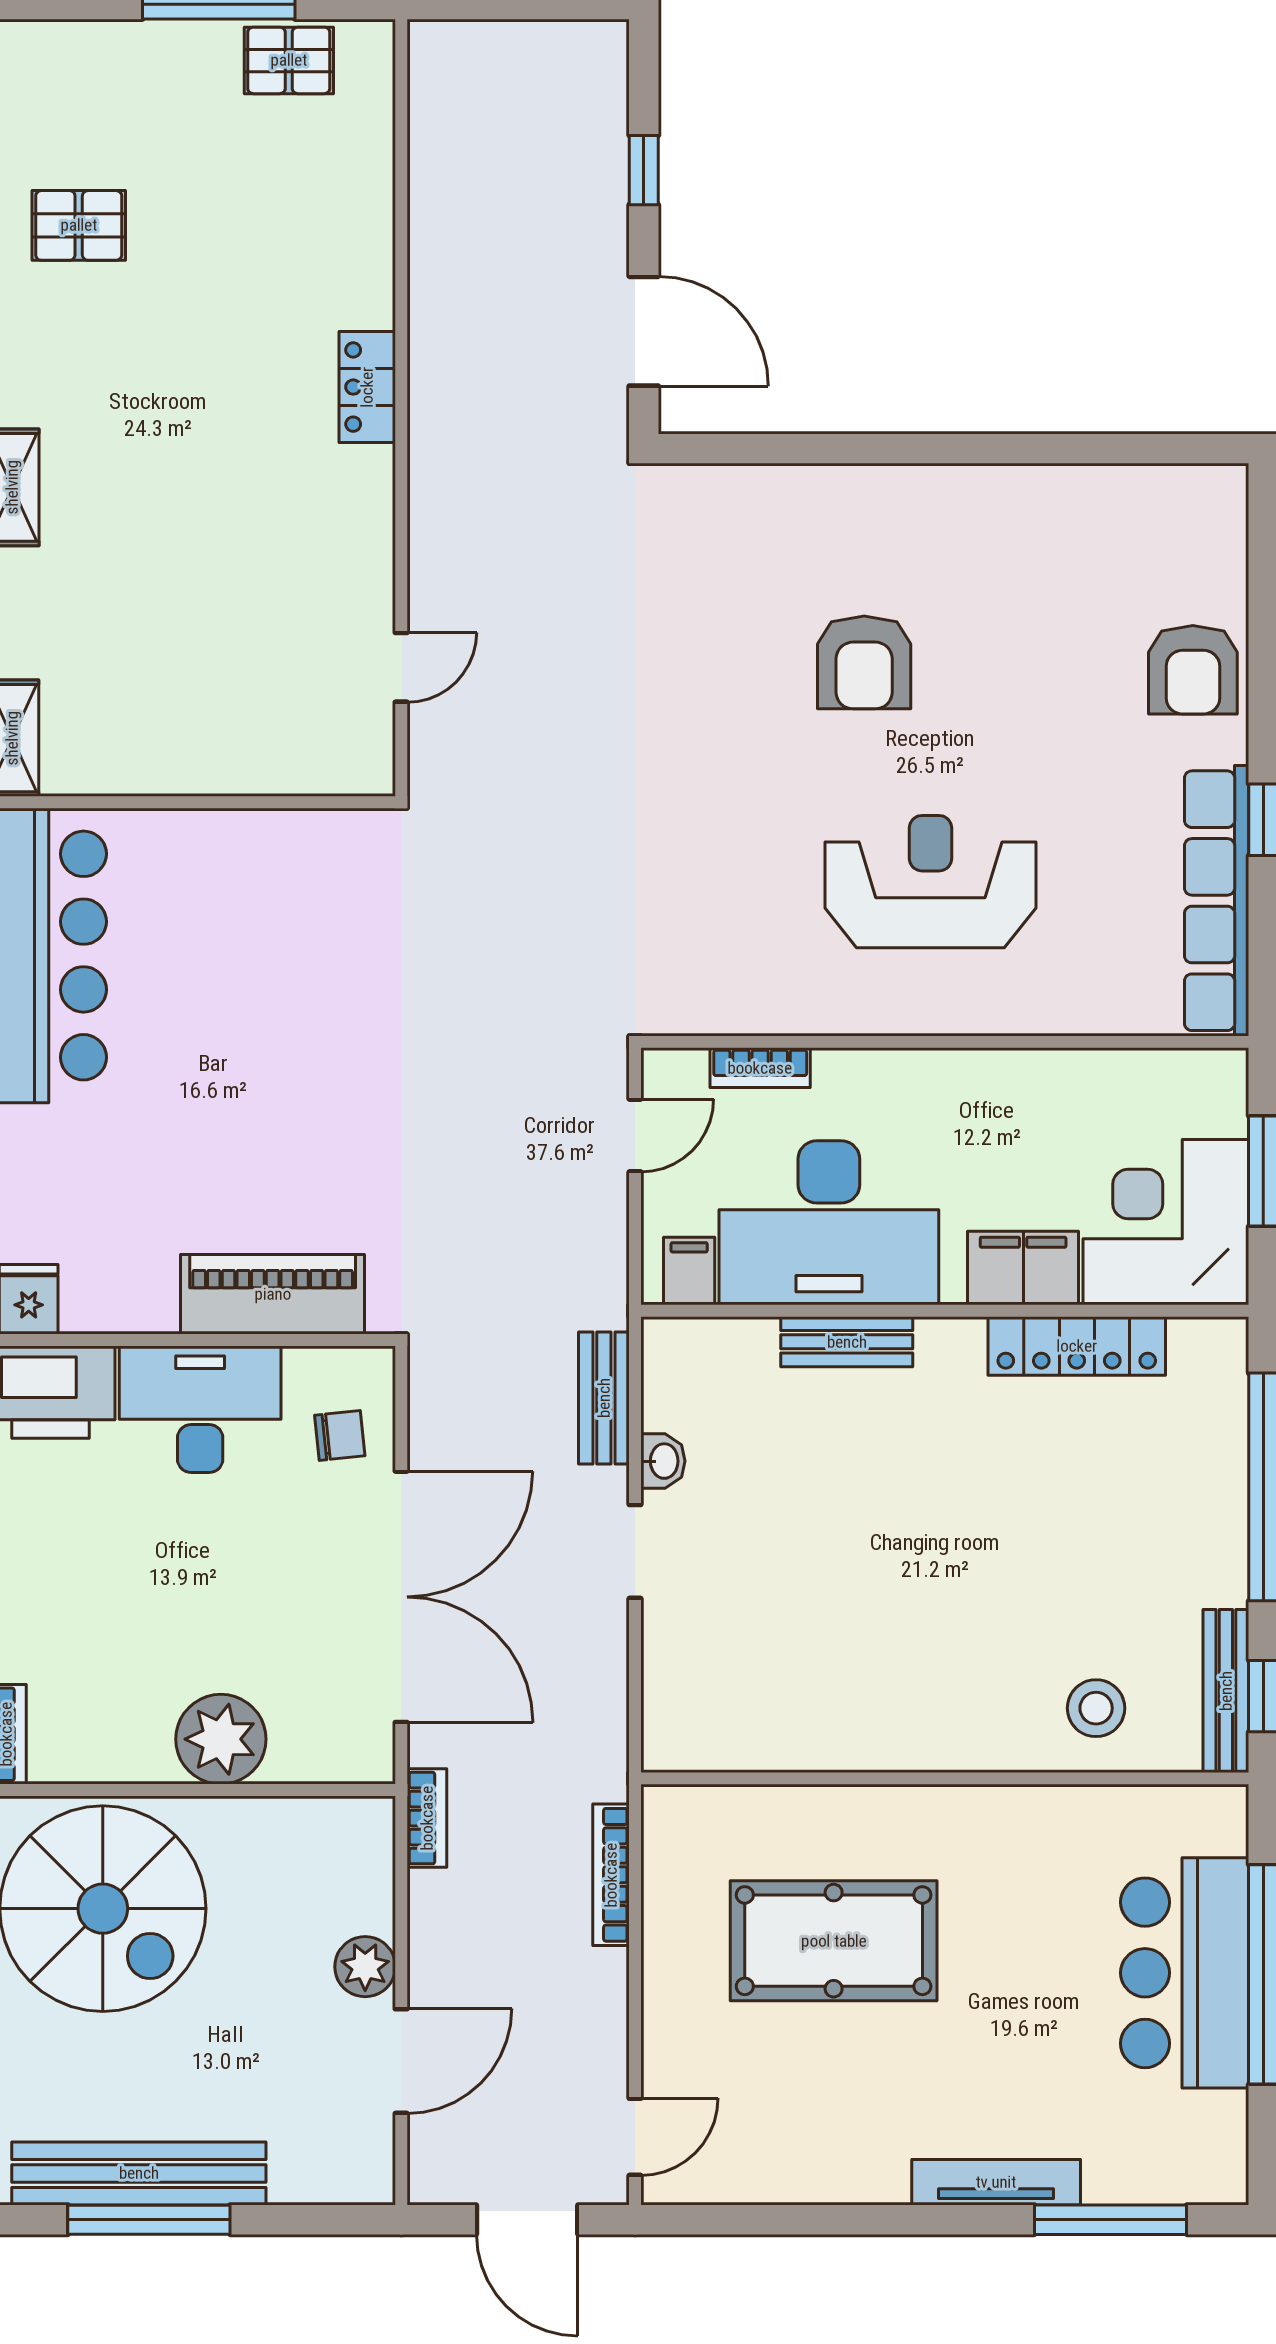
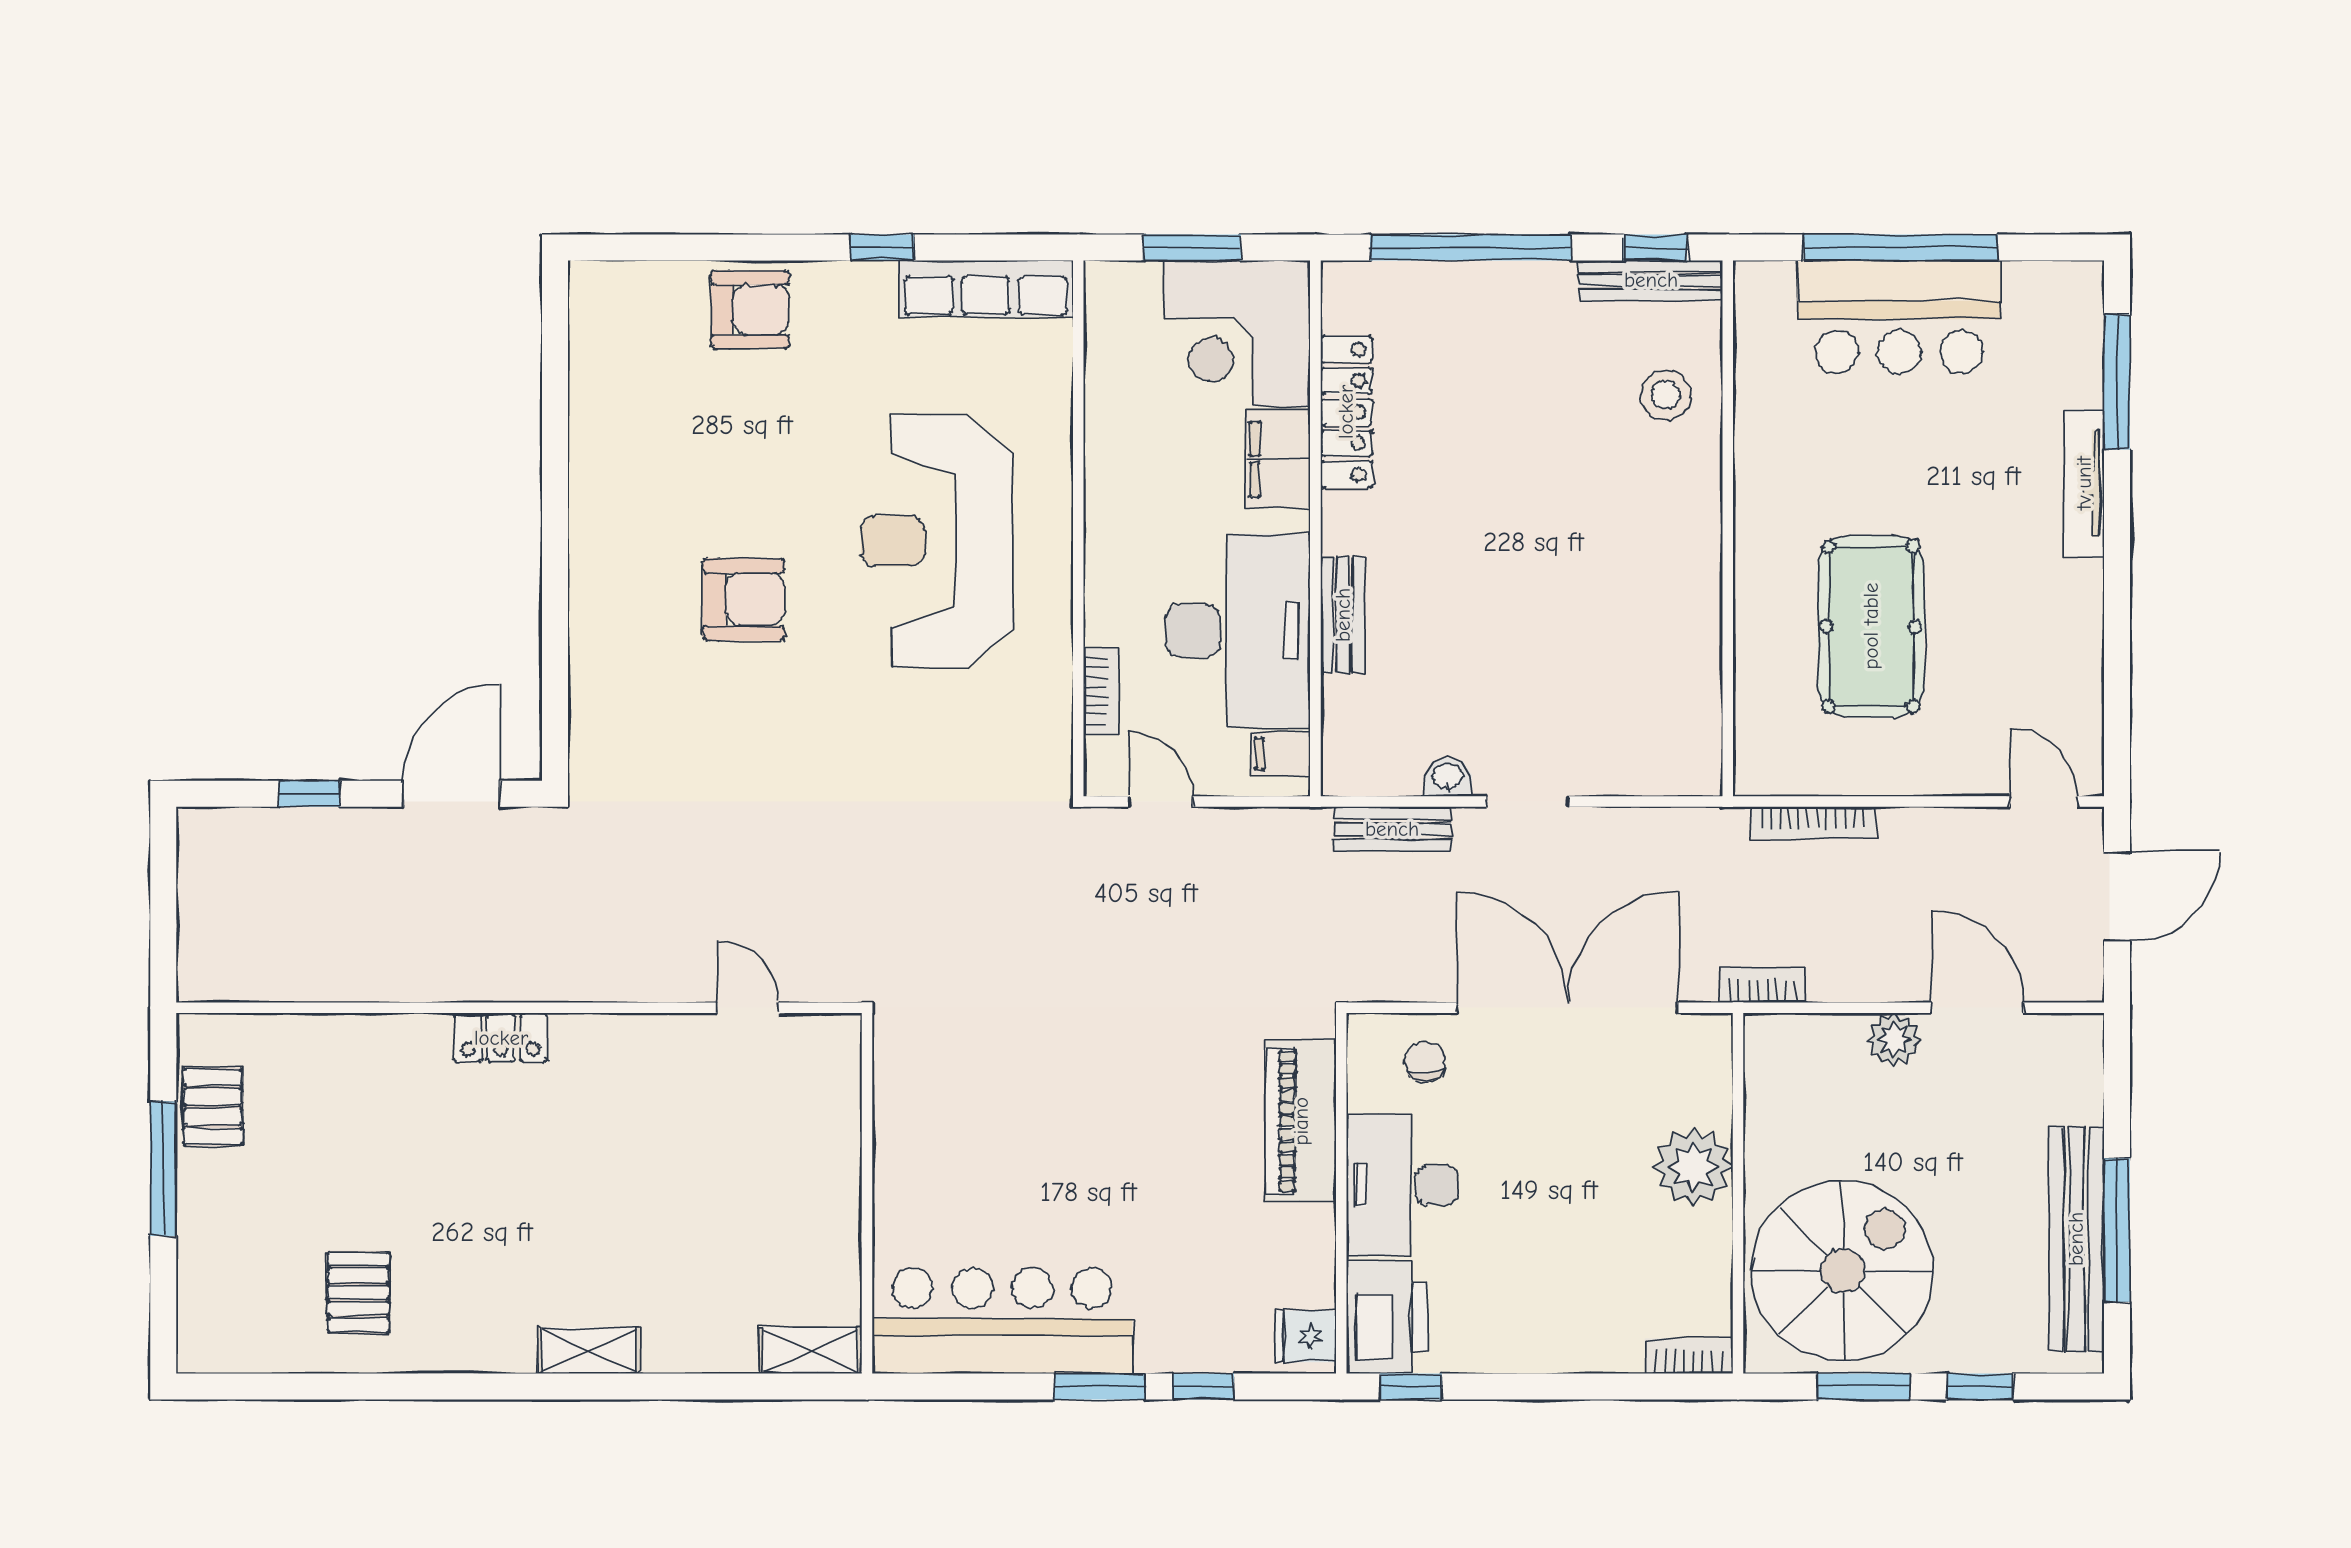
reception desk: (930, 882) -> (937, 541), width x1.36, depth x1.30
row of seats: (1217, 901) -> (986, 289), width x0.73

